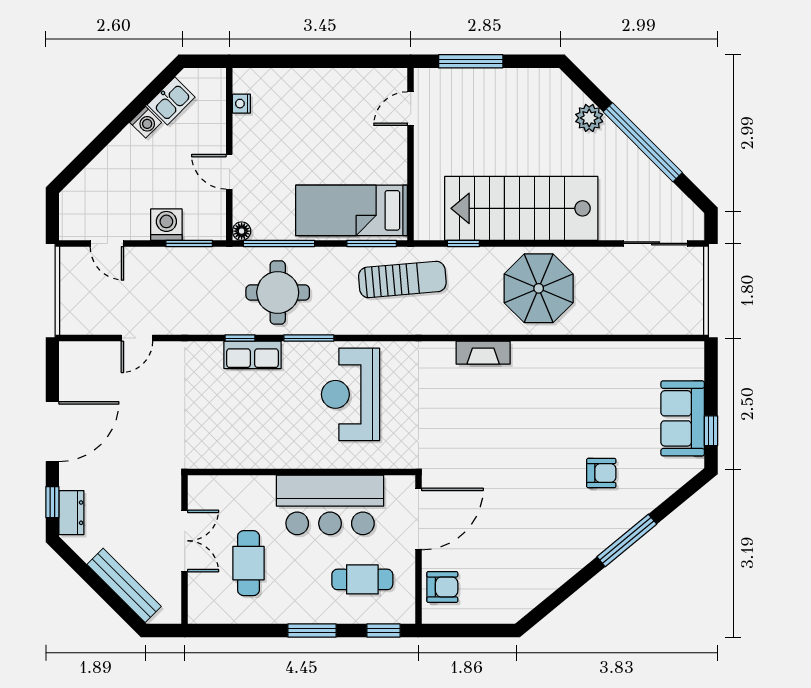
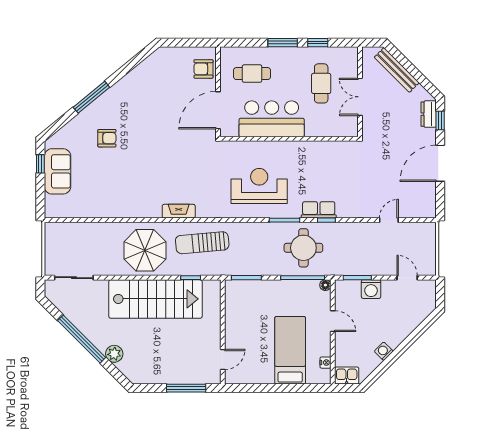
kitchen sink: (171, 101) -> (347, 376), moved, turned 45
bed: (352, 210) -> (290, 350), moved, turned -90
sun lounger: (402, 279) -> (202, 243), moved
reception desk: (350, 394) -> (259, 186), turned -90
armchair: (601, 473) -> (107, 138), turned 180
window: (383, 630) -> (318, 43), moved

